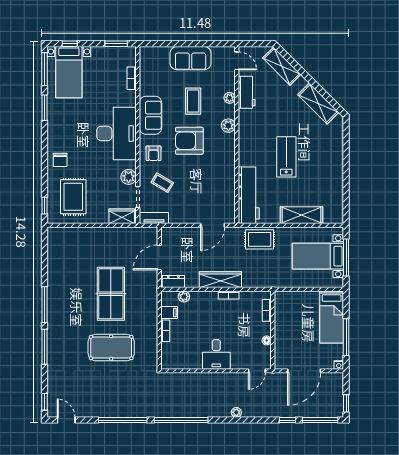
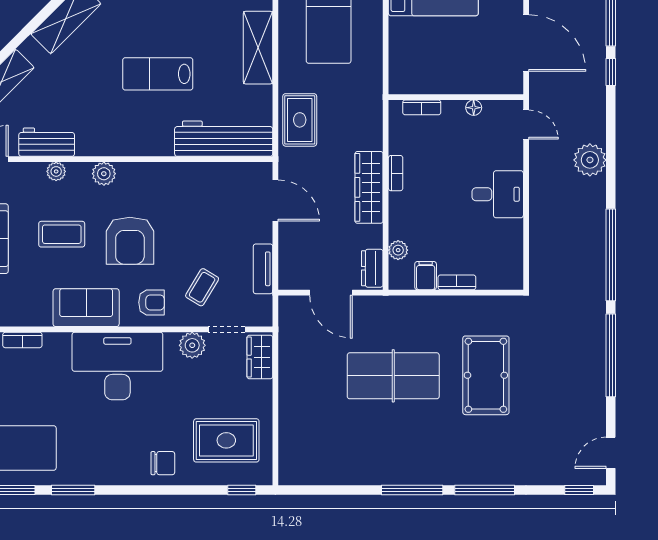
tv unit: (154, 218) -> (263, 269), moved
plant: (236, 412) -> (590, 160), width x1.88, depth x1.88

